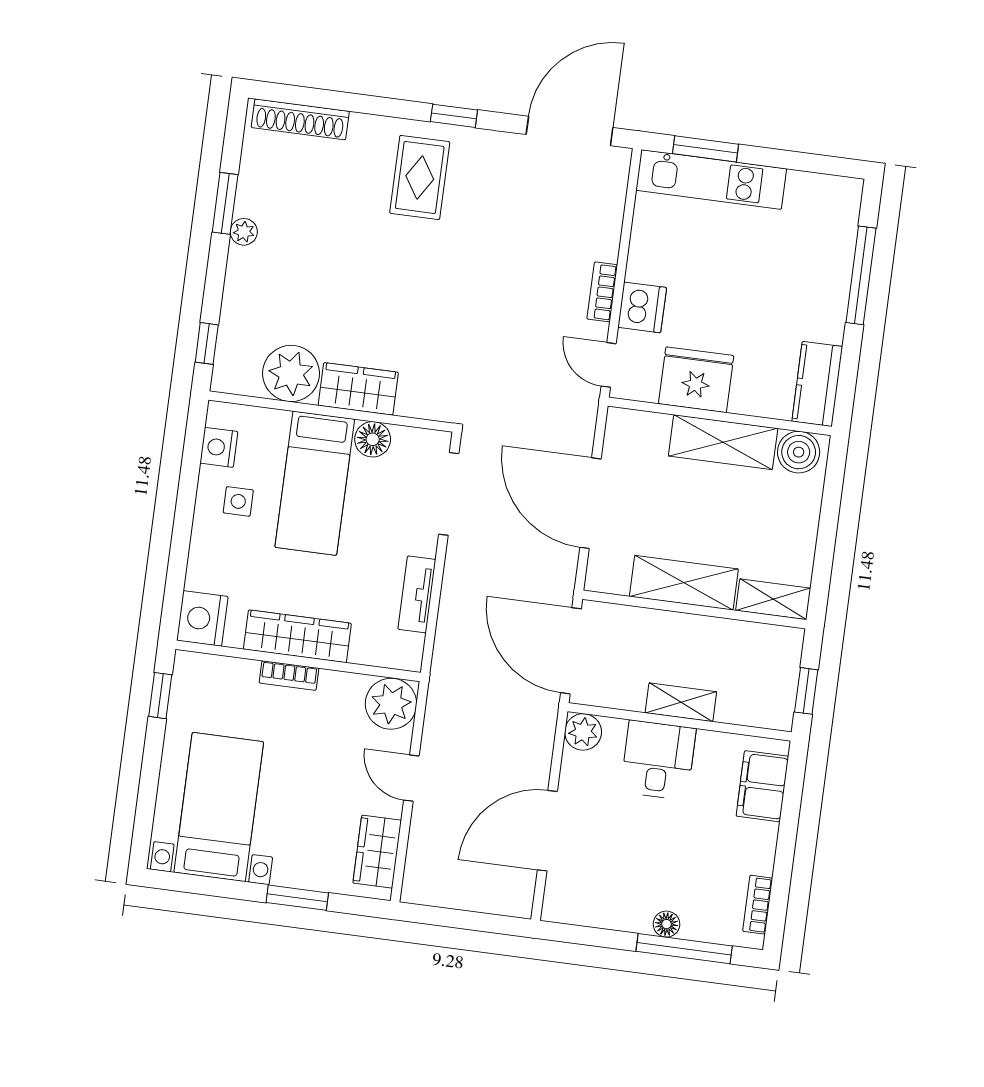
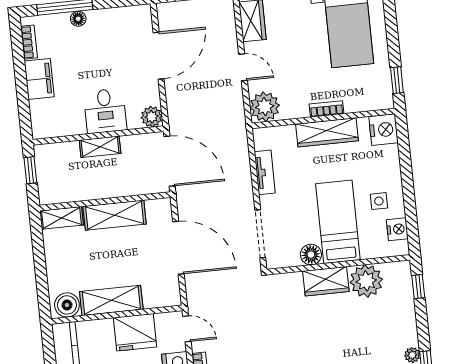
filing cabinet: (762, 786) -> (39, 79), moved

